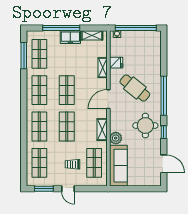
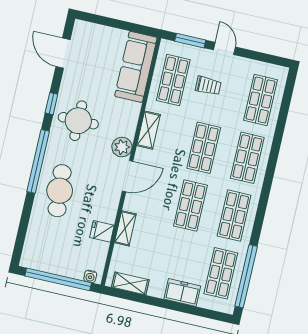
window: (61, 28) -> (177, 306), removed
freezer: (70, 37) -> (182, 292), moved
window: (24, 56) -> (246, 276), width x1.46
cafe table: (135, 88) -> (60, 191), moved, turned 46
plant: (116, 138) -> (122, 147), moved
window: (44, 189) -> (190, 41), moved

